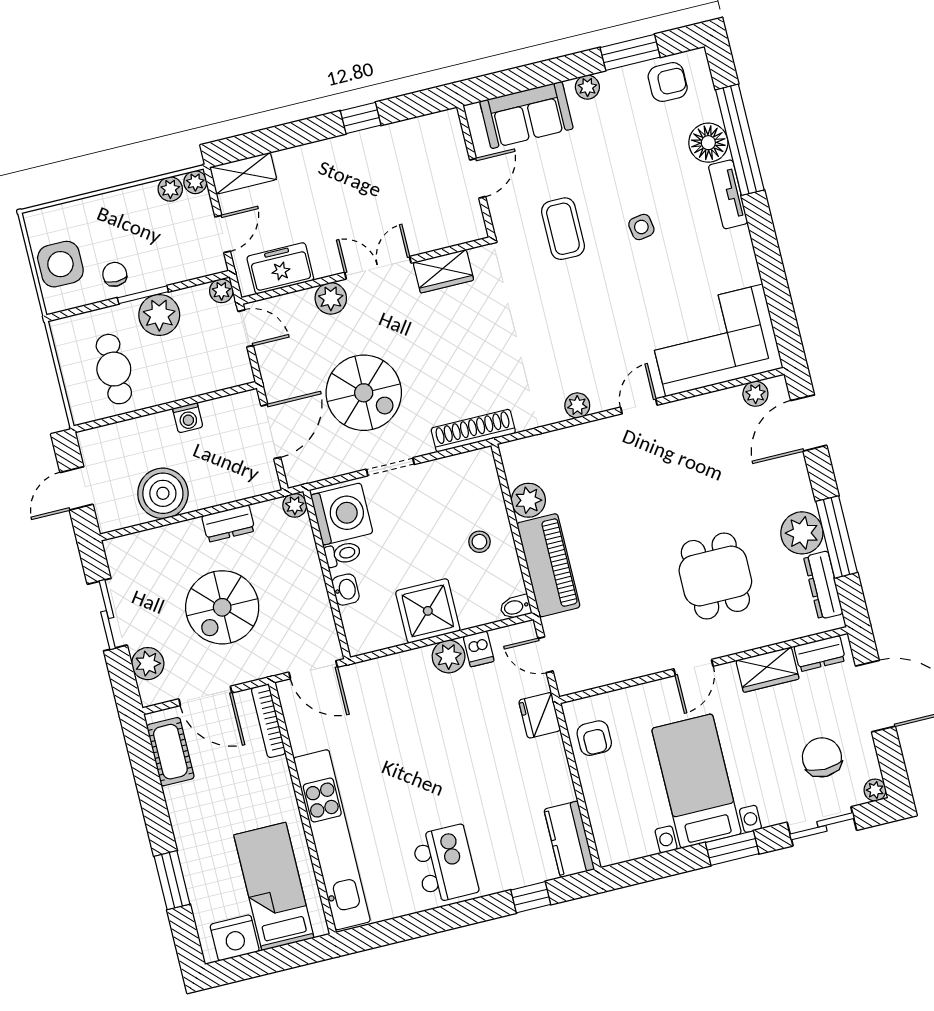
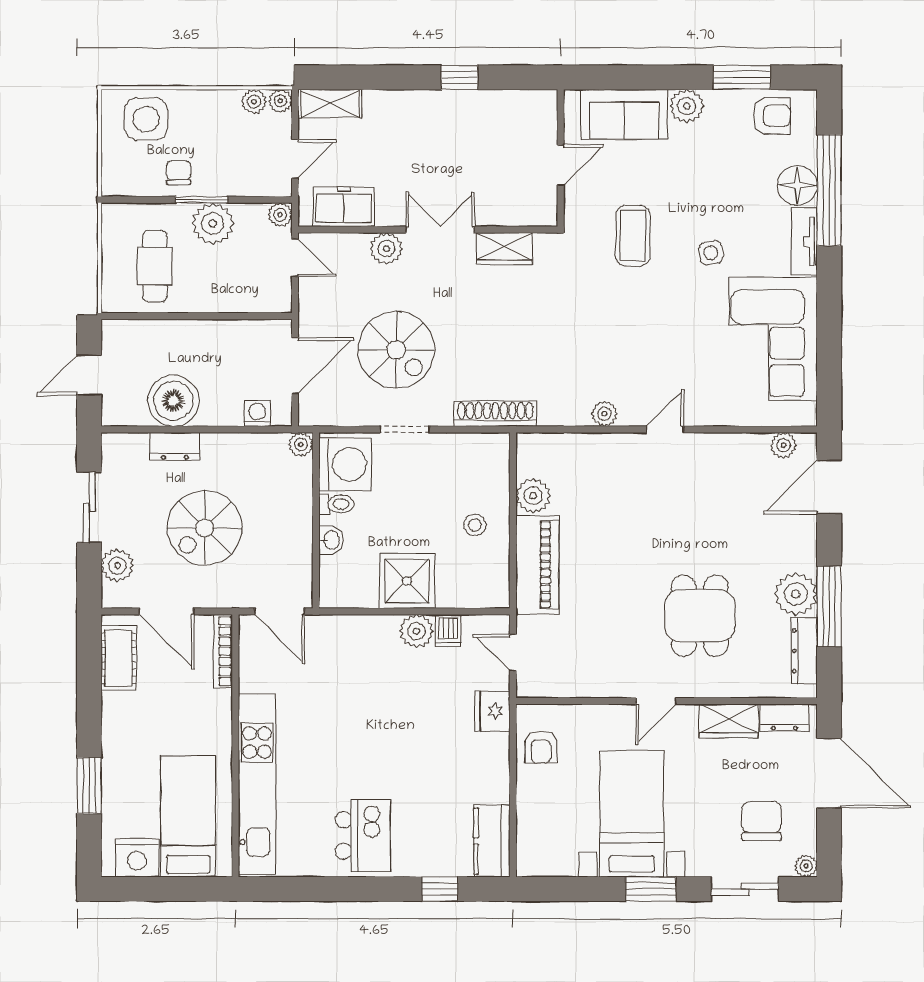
plant: (587, 87) -> (687, 106), width x1.38, depth x1.38
side table: (60, 264) -> (146, 119), moved
corner sofa: (714, 340) -> (773, 339), moved, turned -90
washing machine: (188, 418) -> (257, 413), moved, turned 180
dresser: (228, 523) -> (175, 446), moved
bidet: (516, 607) -> (495, 598), removed

